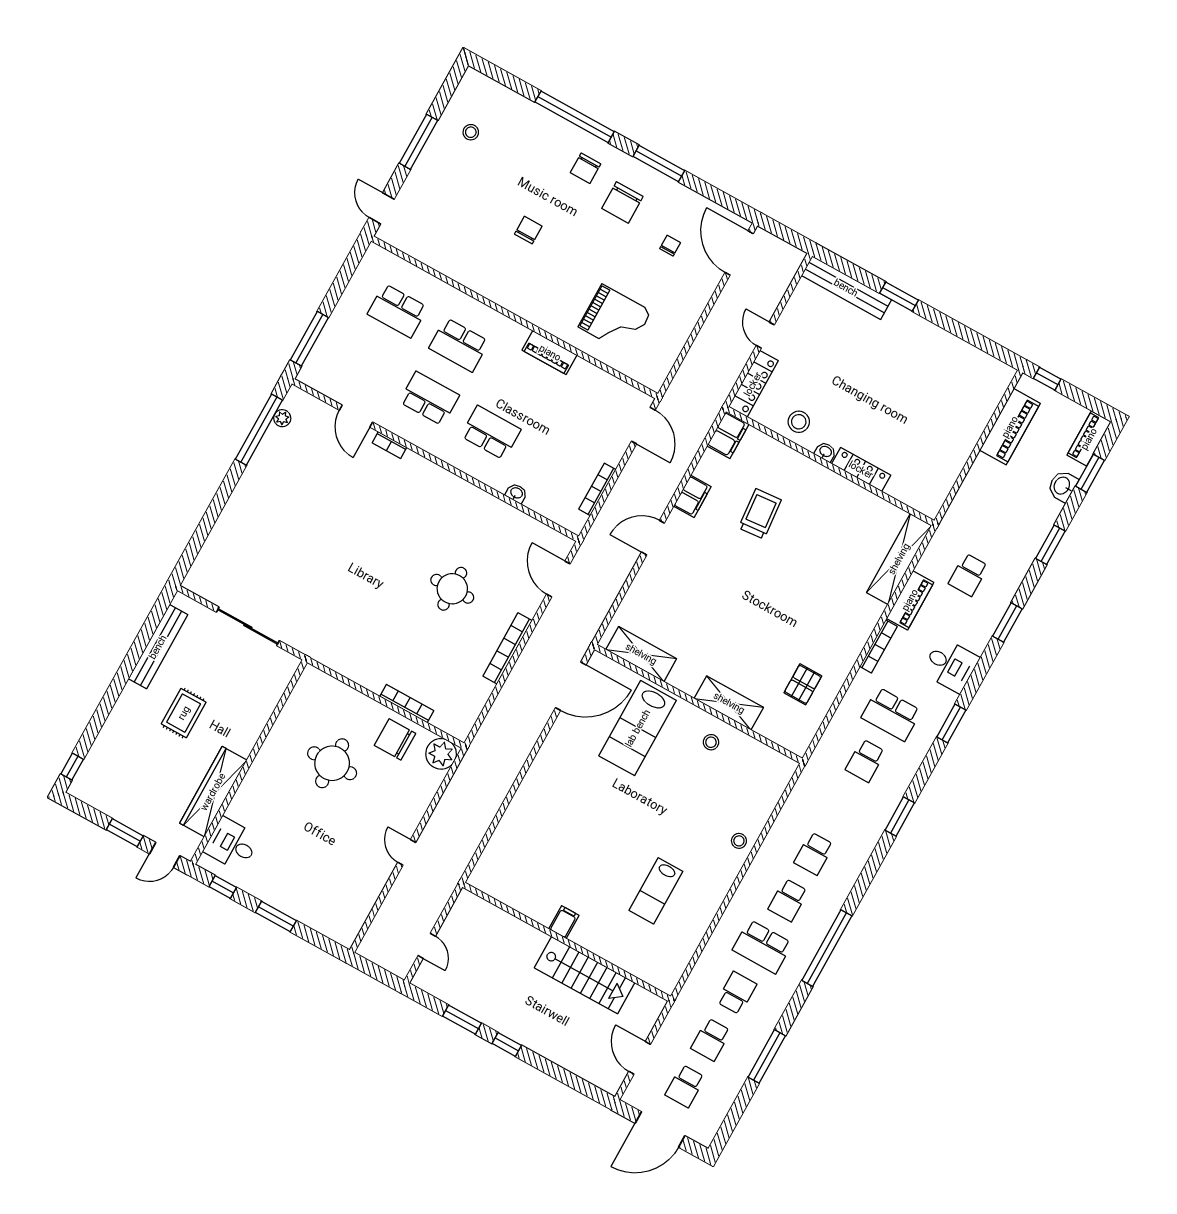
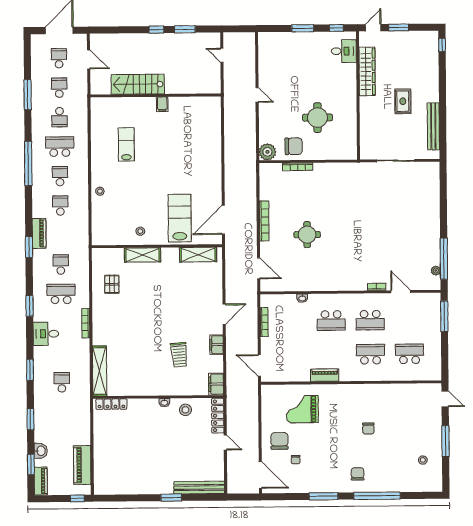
chair: (622, 202) -> (279, 441), moved
locker: (861, 470) -> (111, 404), moved
piano: (910, 600) -> (39, 233), moved, turned 180

